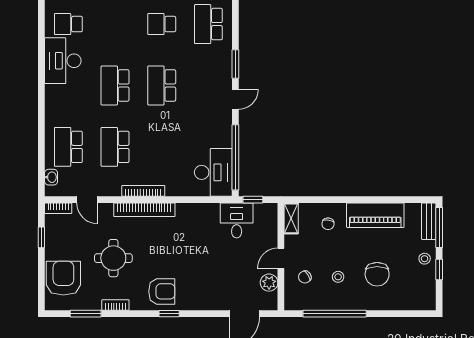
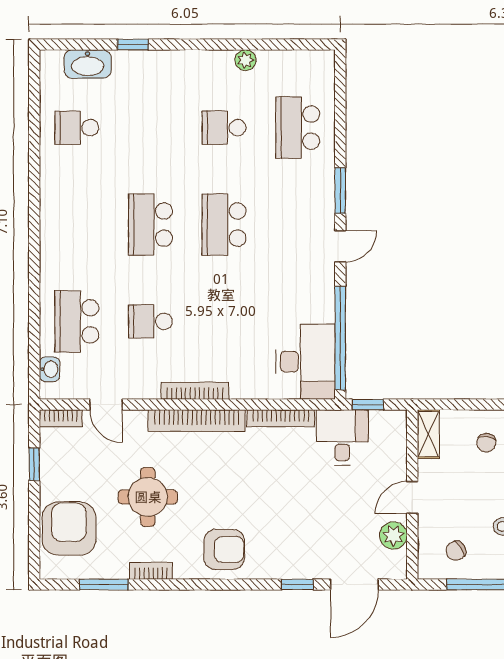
desk: (63, 61) -> (68, 185), removed
school desk: (115, 147) -> (150, 321), width x0.54
bookcase: (198, 208) -> (281, 418), added
chair: (305, 277) -> (456, 551), moved
window: (169, 314) -> (297, 585), moved

